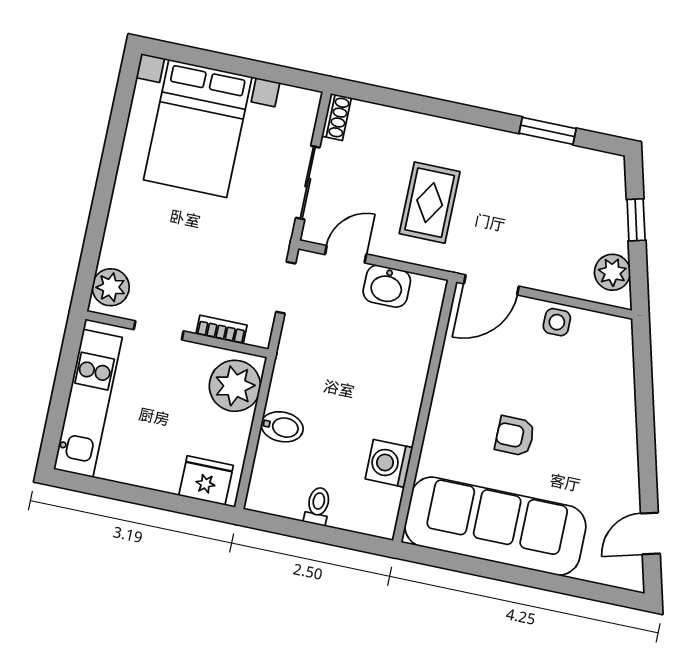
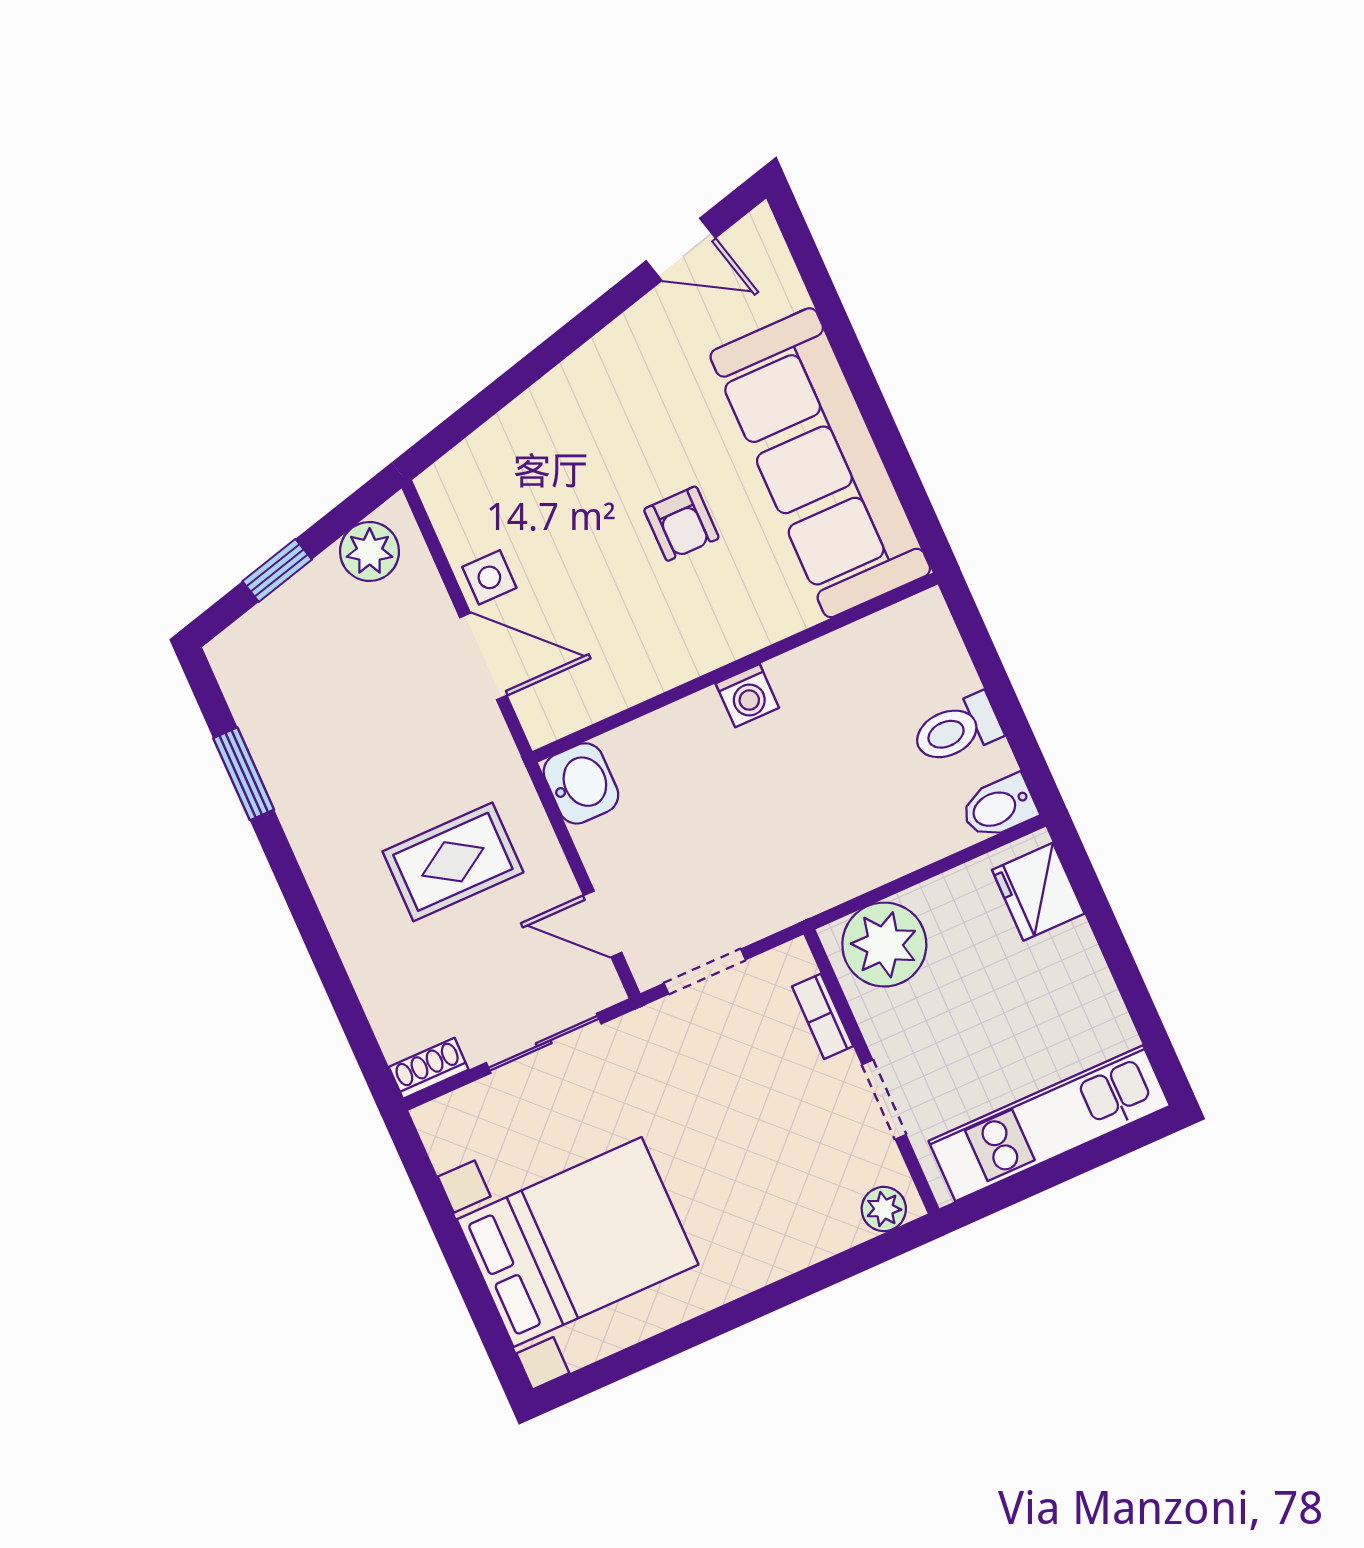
door: (491, 285) -> (483, 656), moved
washbasin: (387, 286) -> (581, 783), moved
plant: (111, 287) -> (884, 1209), width x0.73, depth x0.73
bidet: (282, 427) -> (999, 807), moved, turned -90
washing machine: (389, 463) -> (747, 696), moved, width x0.73, depth x0.73
toilet: (318, 506) -> (957, 729), width x1.37, depth x1.39

